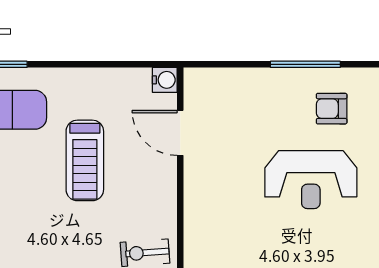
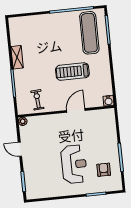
door: (180, 133) -> (76, 110), moved
reception desk: (311, 180) -> (74, 164), turned 180

